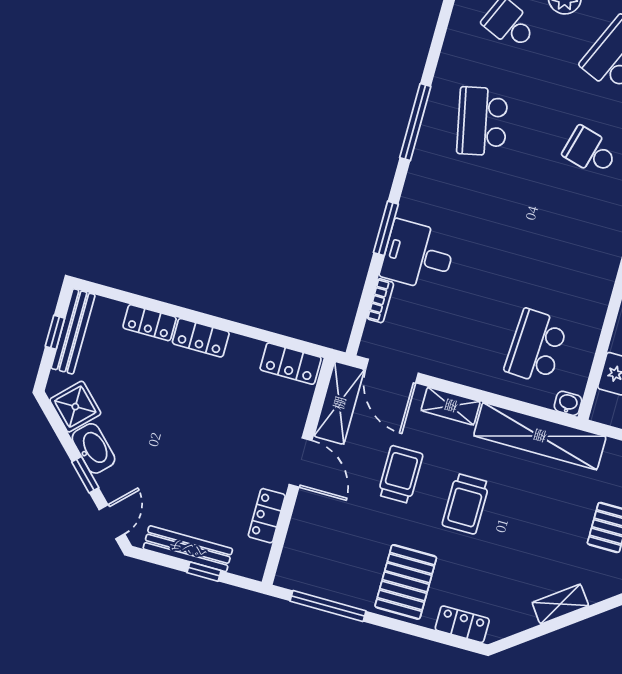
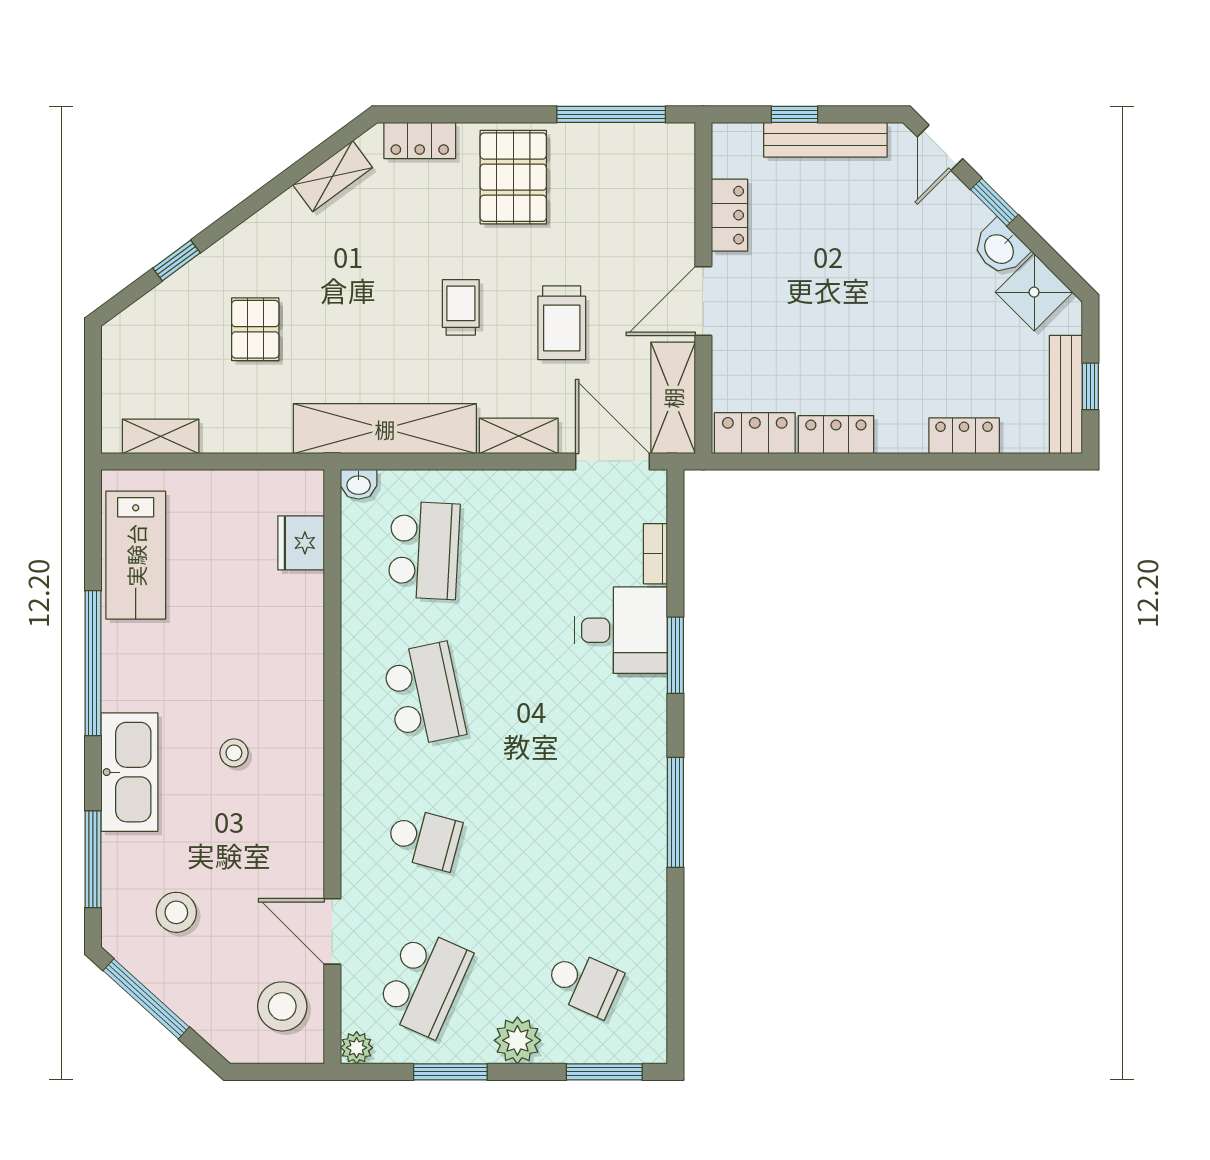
school desk: (482, 121) -> (424, 695), moved
locker: (201, 338) -> (836, 435), moved
washbasin: (93, 448) -> (1000, 248), width x0.72
door: (301, 463) -> (703, 301), hinge flipped
trolley: (466, 504) -> (461, 307), width x0.73, depth x0.72
shelving: (560, 604) -> (333, 176), moved

